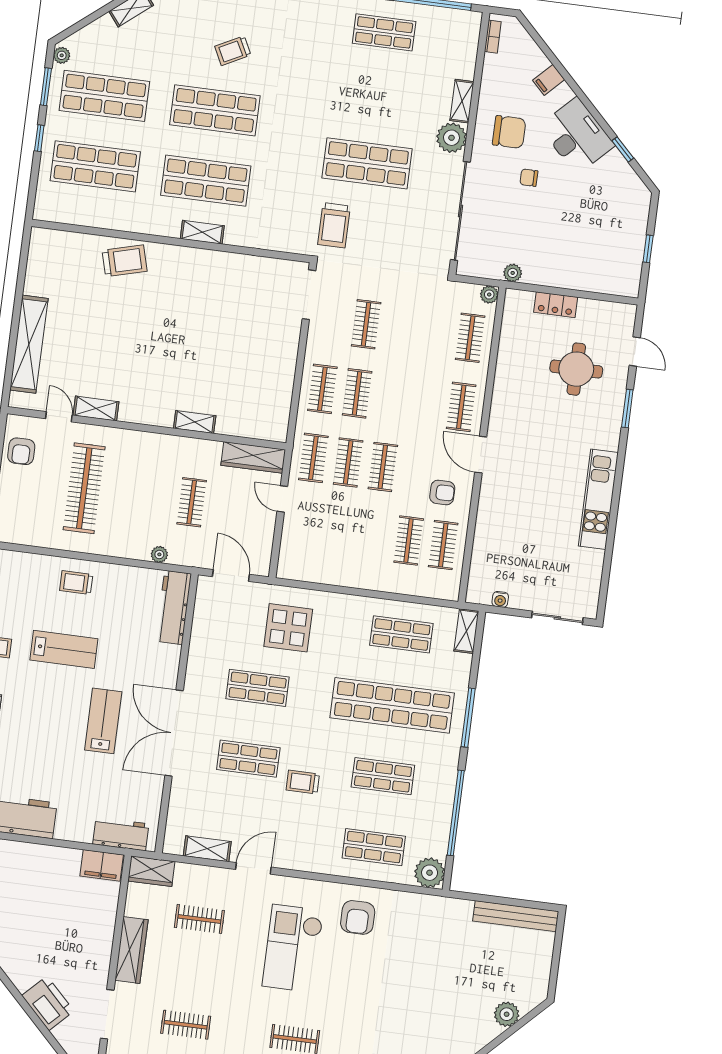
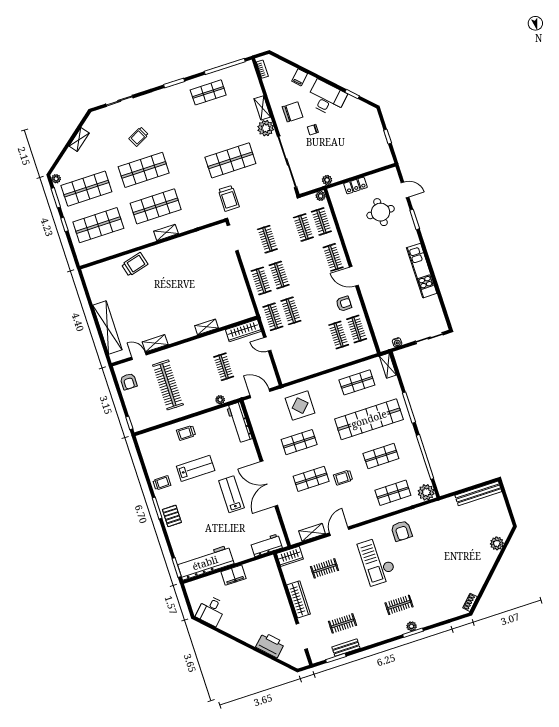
clothes rail: (383, 467) -> (303, 227), moved
filing cabinet: (102, 865) -> (234, 575), moved

